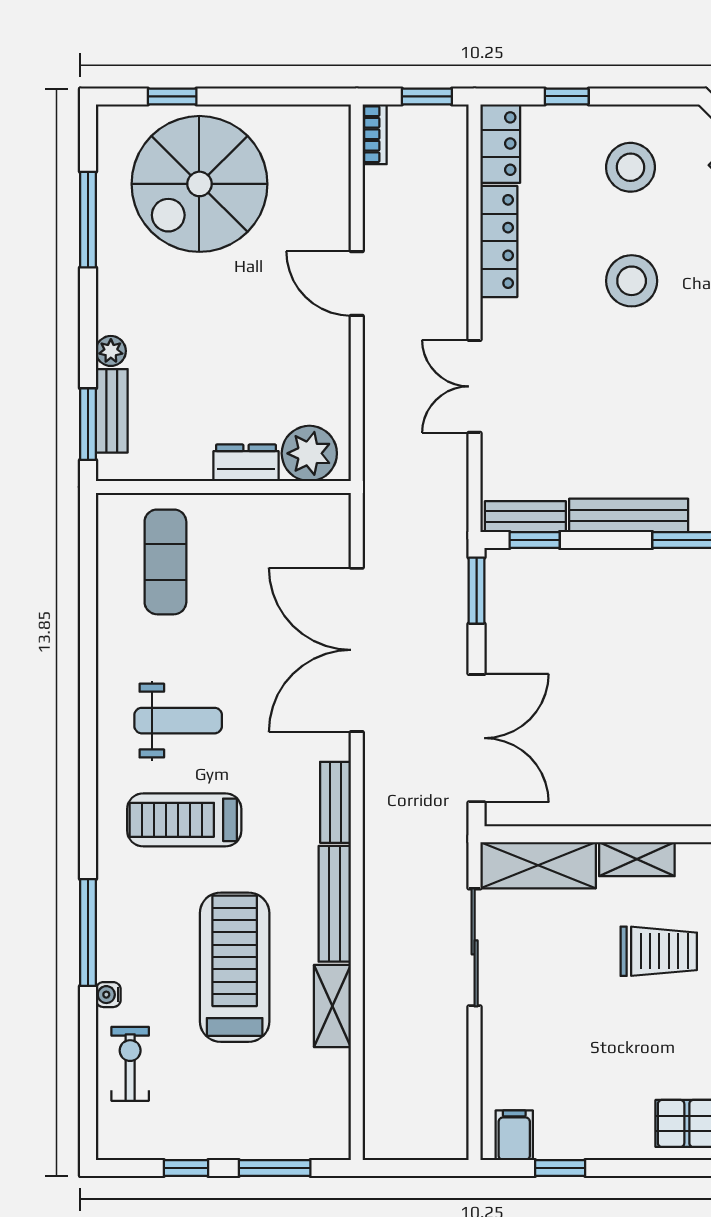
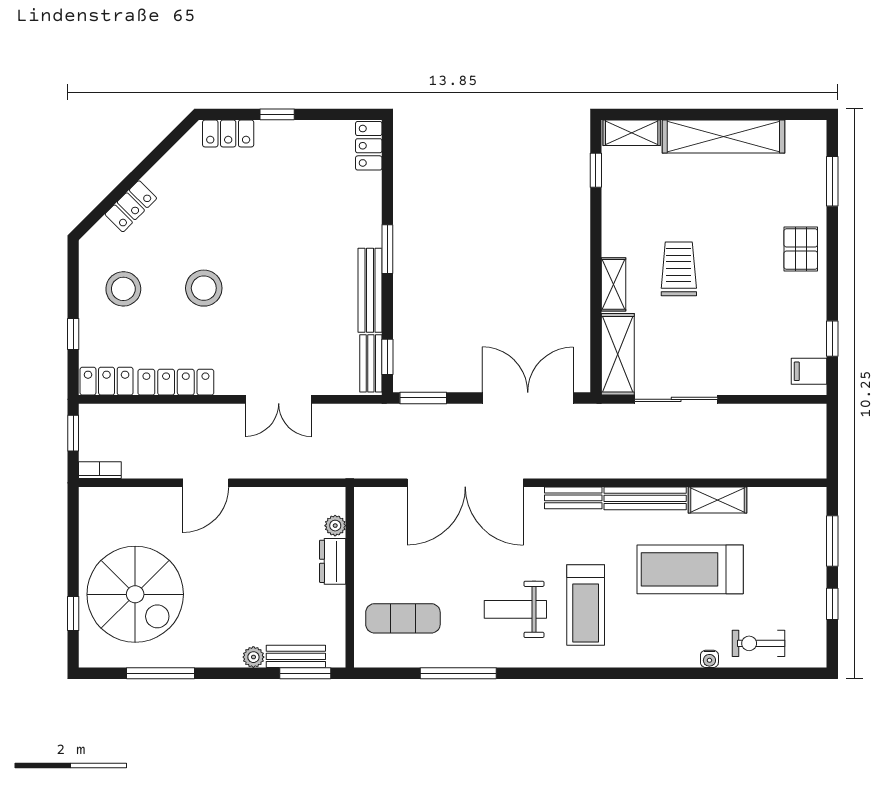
plant: (309, 453) -> (335, 526), width x0.53, depth x0.53
weight bench: (178, 721) -> (515, 609), turned -90
window: (88, 933) -> (458, 673), moved

